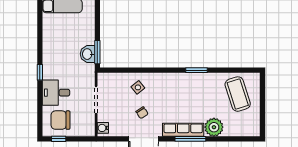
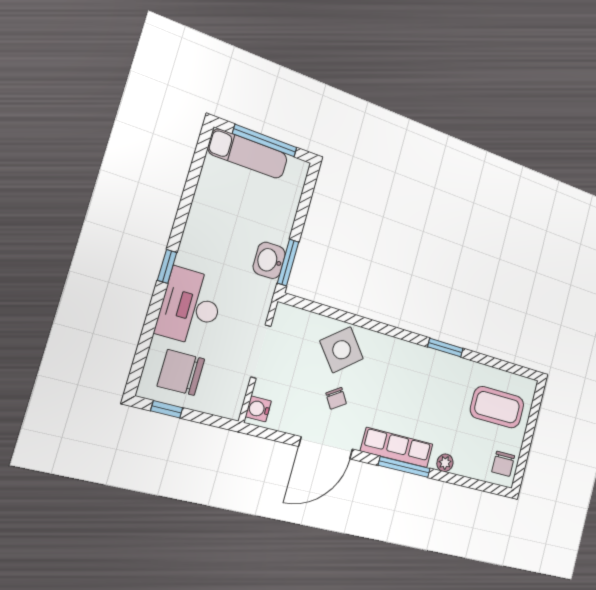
side table: (138, 87) -> (342, 350), width x1.87, depth x1.87
desk: (56, 93) -> (190, 307), width x1.37
coffee table: (238, 94) -> (497, 407), turned -72
chair: (250, 124) -> (503, 464), added
plant: (214, 127) -> (445, 463), width x0.53, depth x0.53

